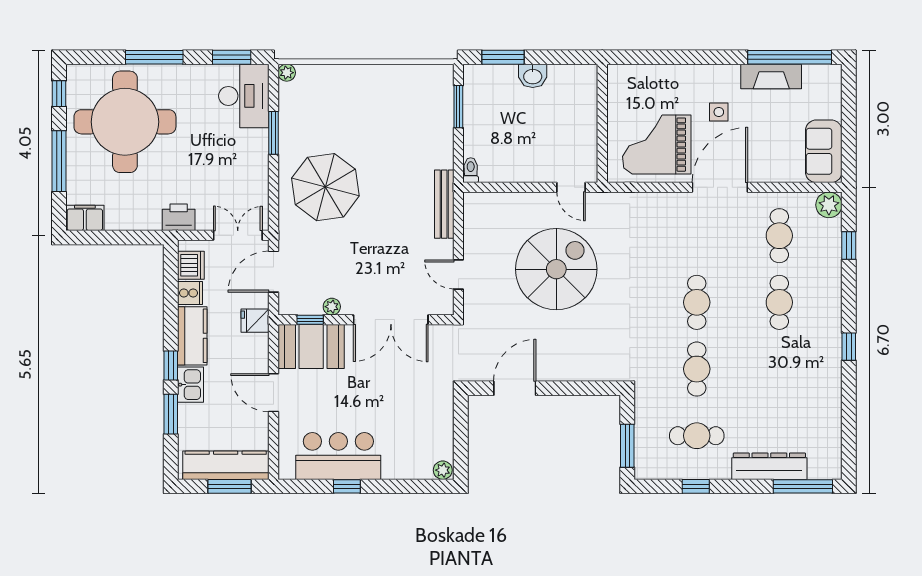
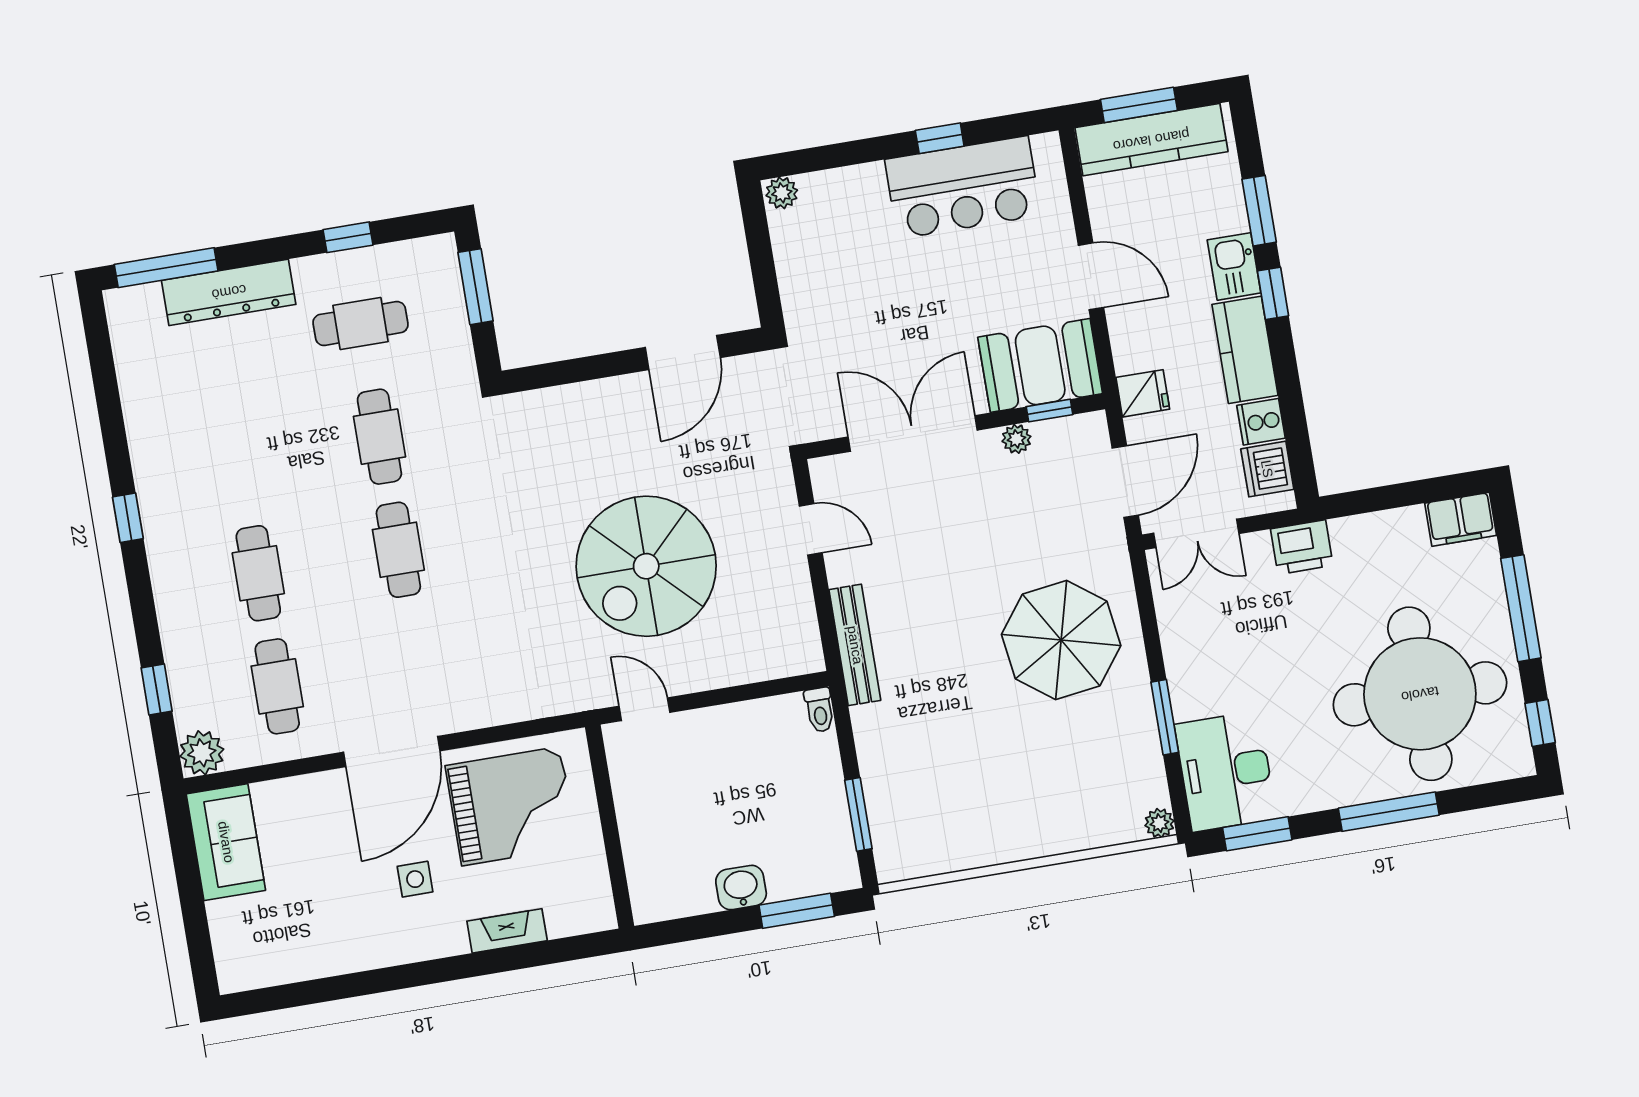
window: (790, 57) -> (310, 992), removed
fireplace: (771, 76) -> (507, 931), moved, width x0.73, depth x0.76

